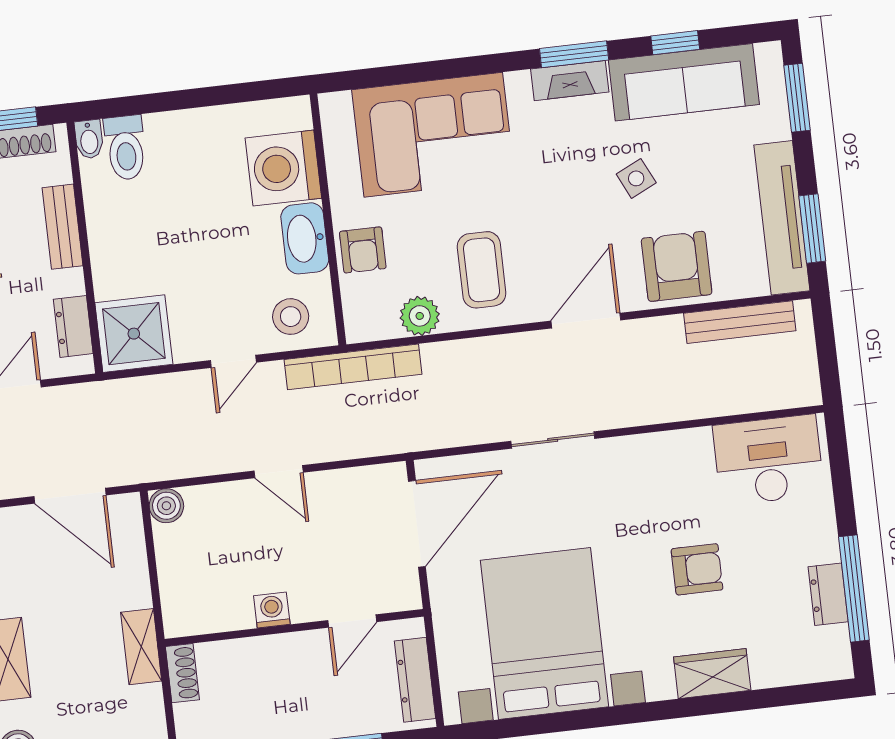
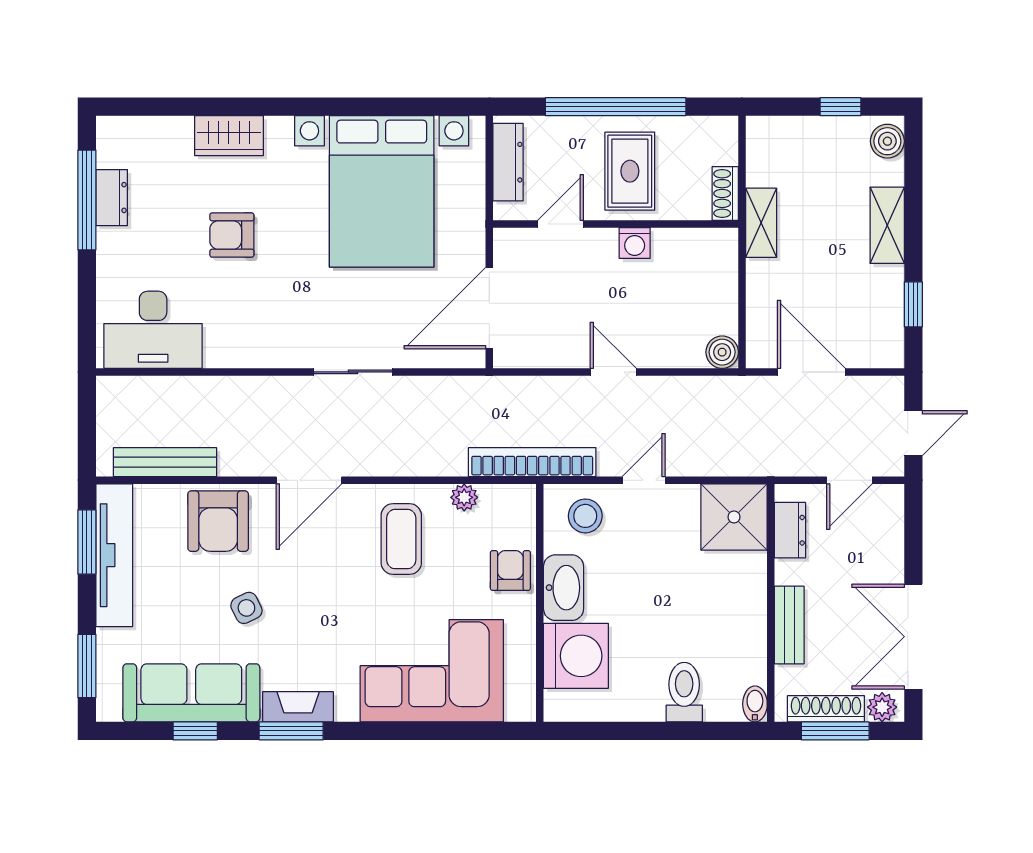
toilet: (125, 148) -> (684, 692), moved
plant: (420, 316) -> (464, 497), width x0.73, depth x0.73
rug: (286, 685) -> (630, 171), added

